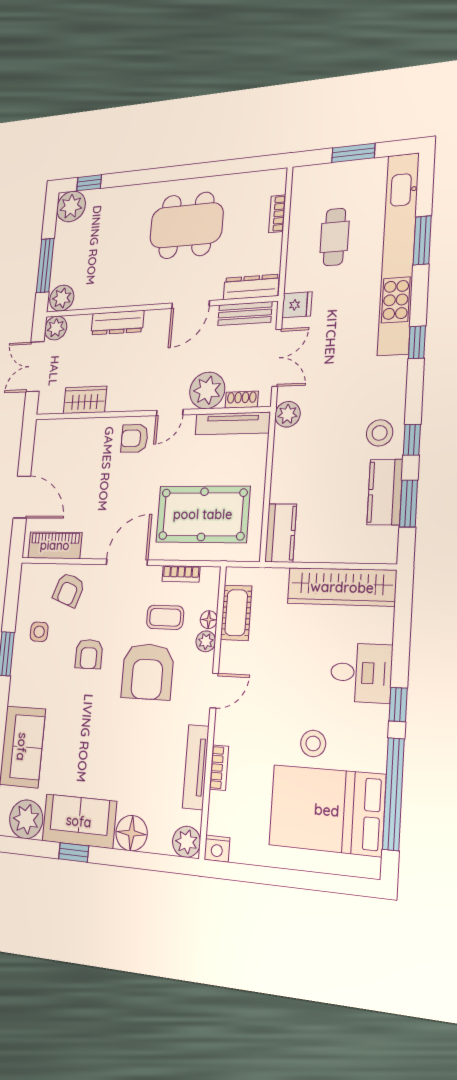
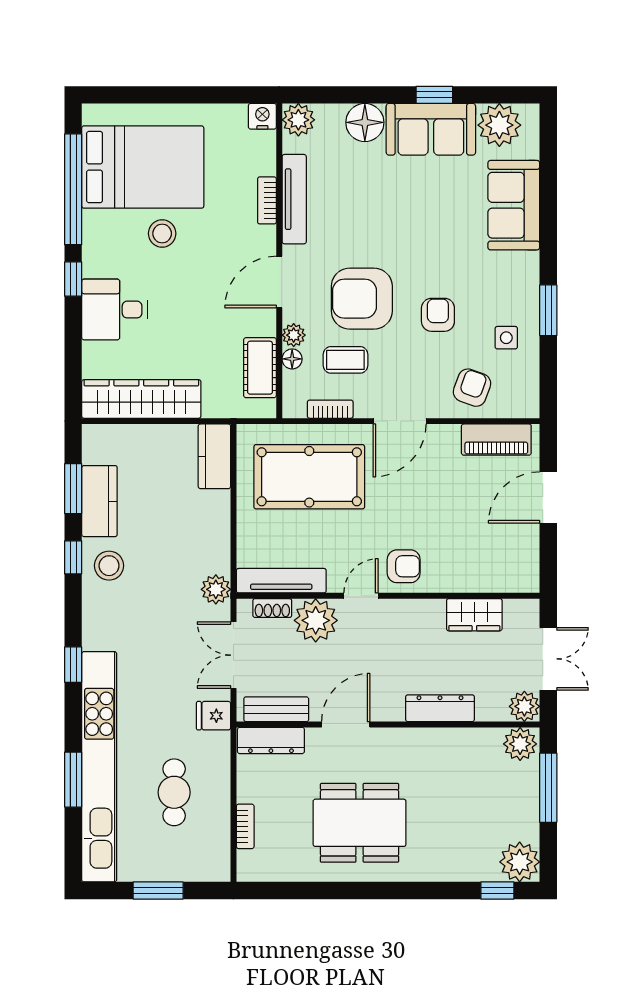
door: (22, 497) -> (548, 497), hinge flipped
armchair: (147, 672) -> (362, 299), turned -90
door: (214, 691) -> (279, 282), width x1.38

